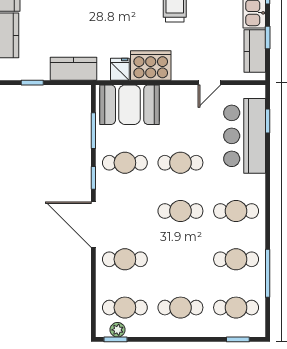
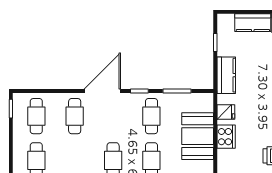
cooker: (151, 65) -> (226, 137), width x0.73, depth x0.76
booth: (130, 105) -> (198, 136), moved
plant: (118, 330) -> (19, 110), removed

